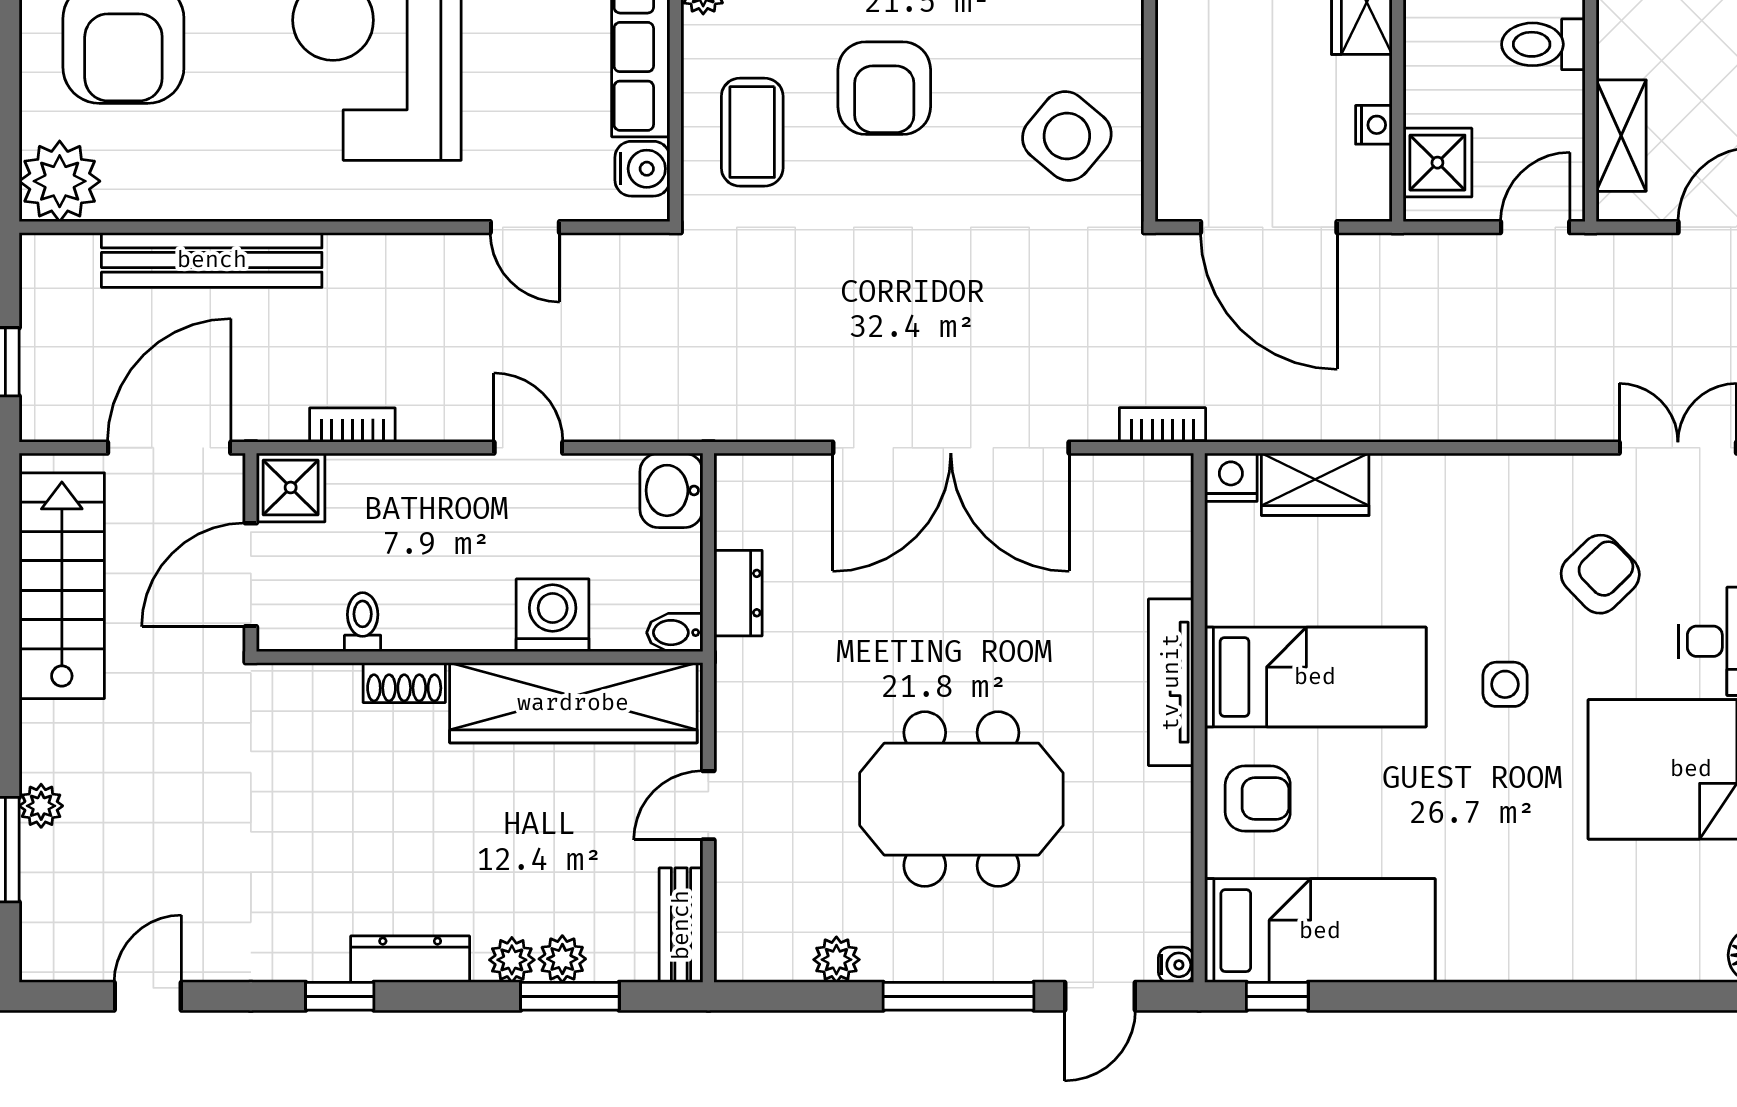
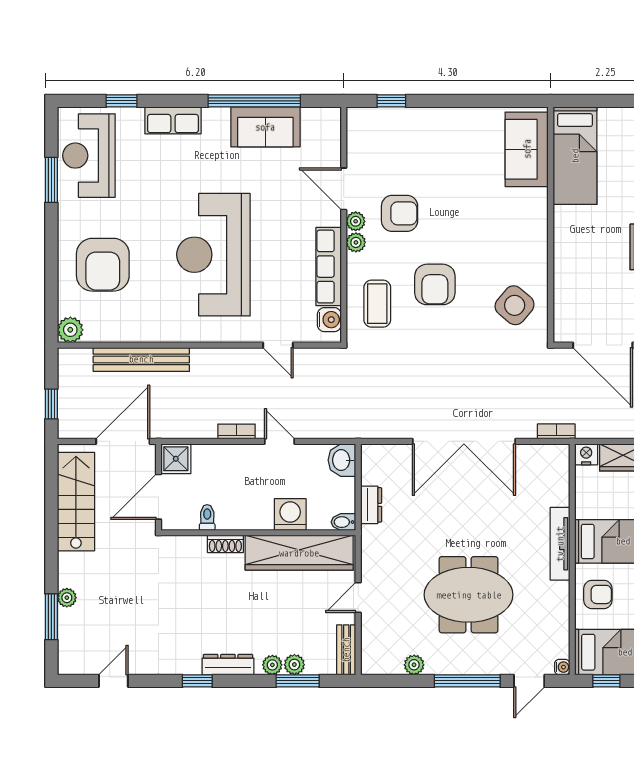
plant: (60, 181) -> (70, 330), width x0.73, depth x0.73
bookcase: (352, 425) -> (237, 431), moved

